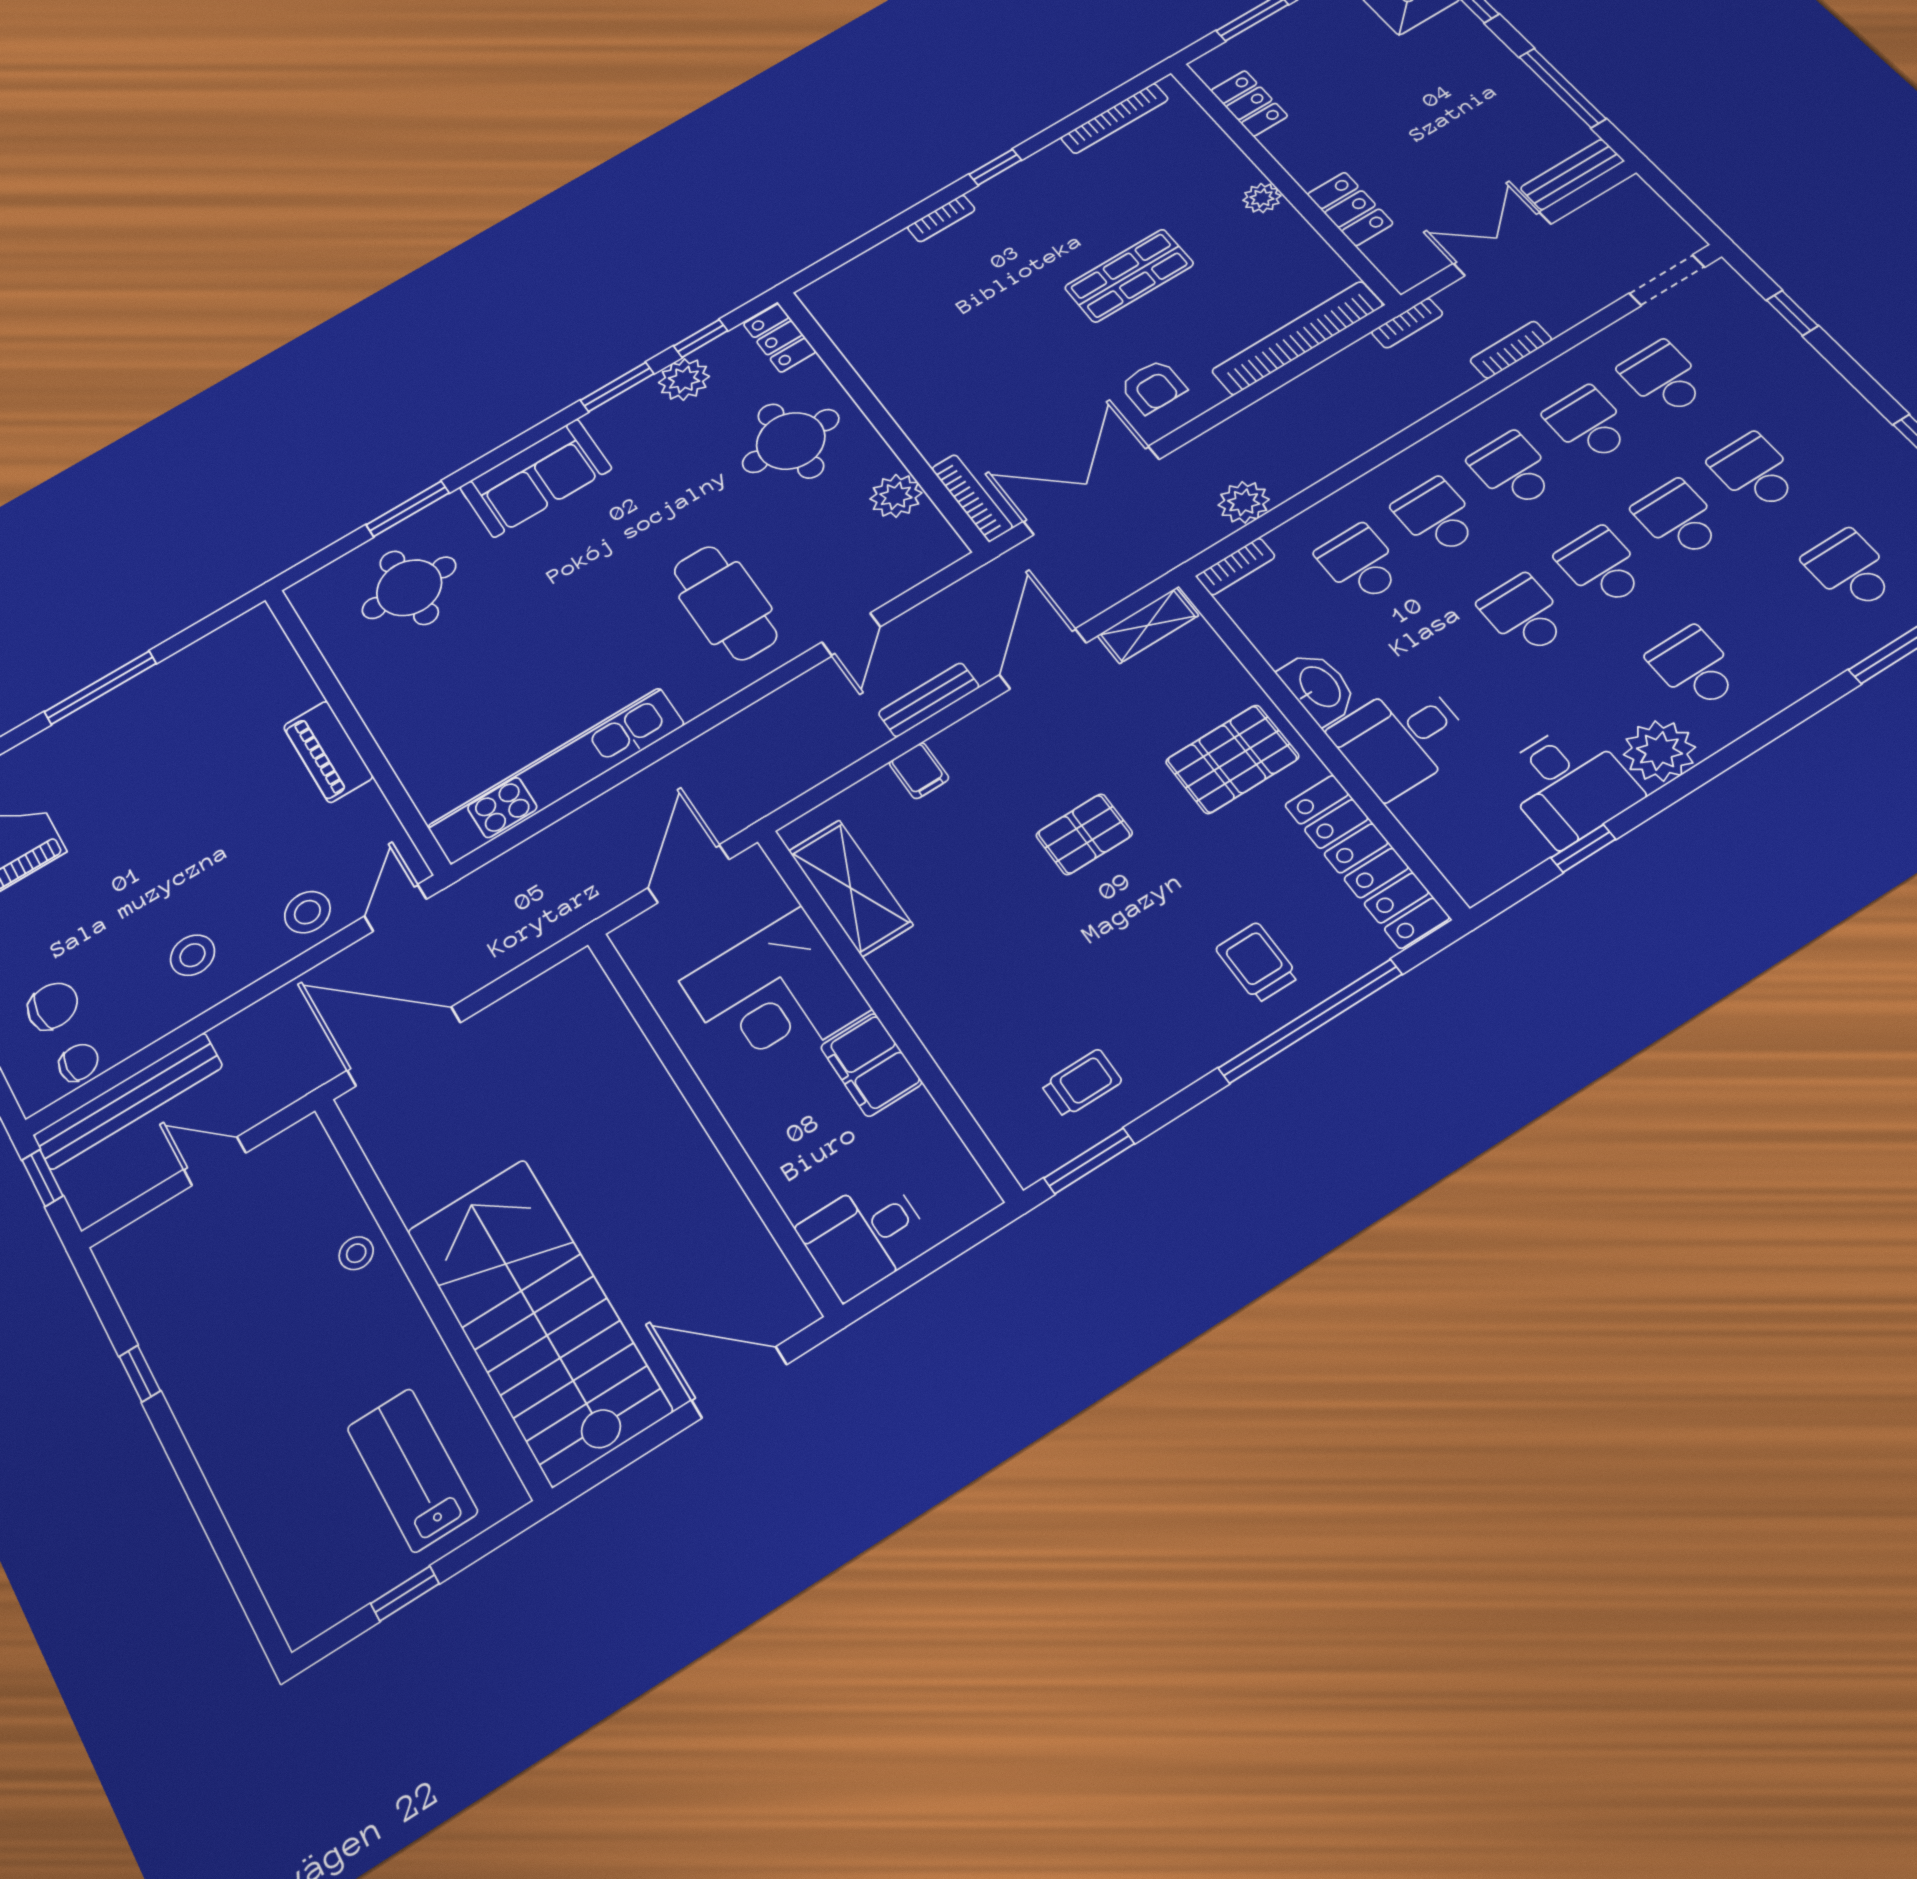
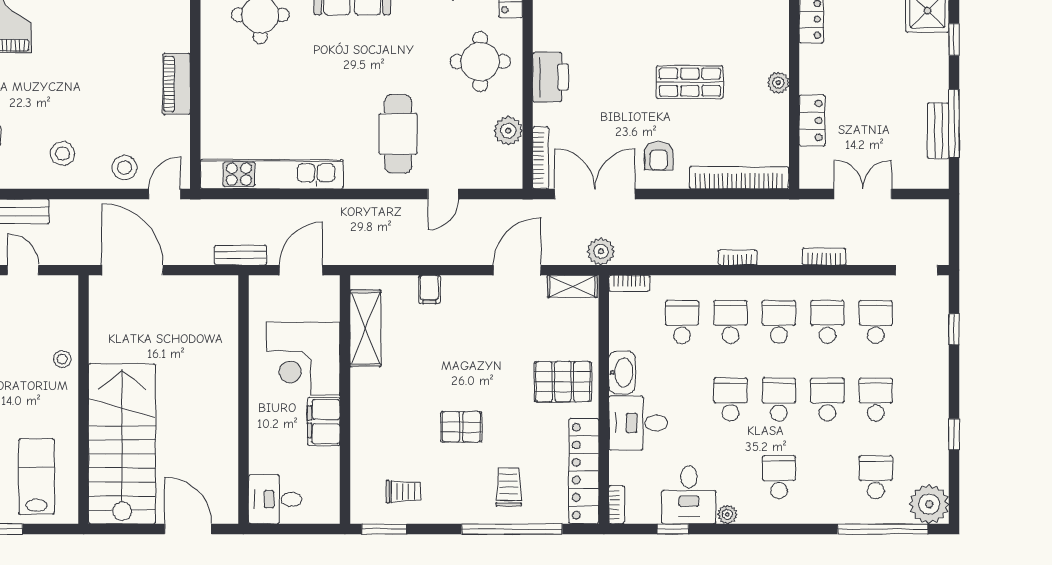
bench: (1572, 175) -> (938, 131), moved, turned 90
bookcase: (1407, 323) -> (738, 257), moved, turned 180
printer: (913, 395) -> (551, 77), added
plant: (1244, 502) -> (601, 251), moved
bench: (929, 700) -> (241, 255), moved
plant: (1659, 751) -> (727, 514), width x0.53, depth x0.53
pallet: (1084, 834) -> (461, 427), moved
bookcase: (1460, 874) -> (617, 505), added

